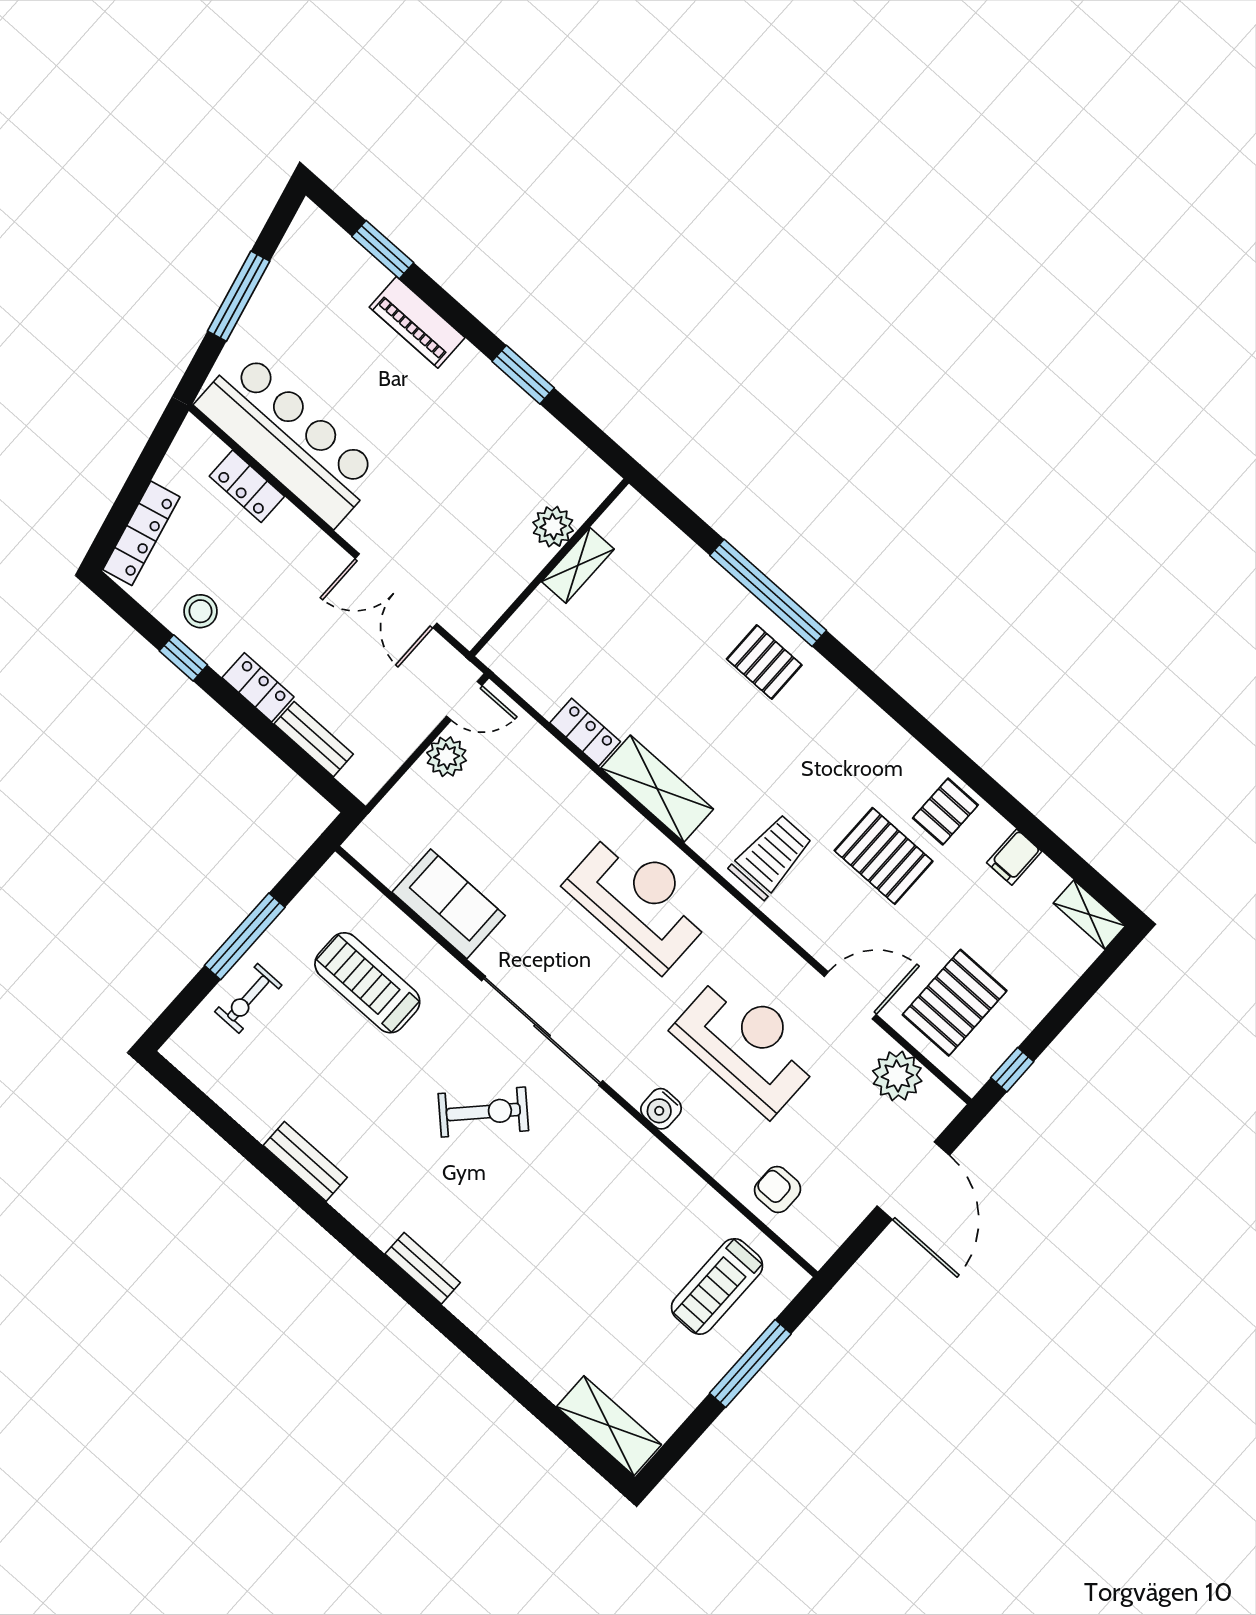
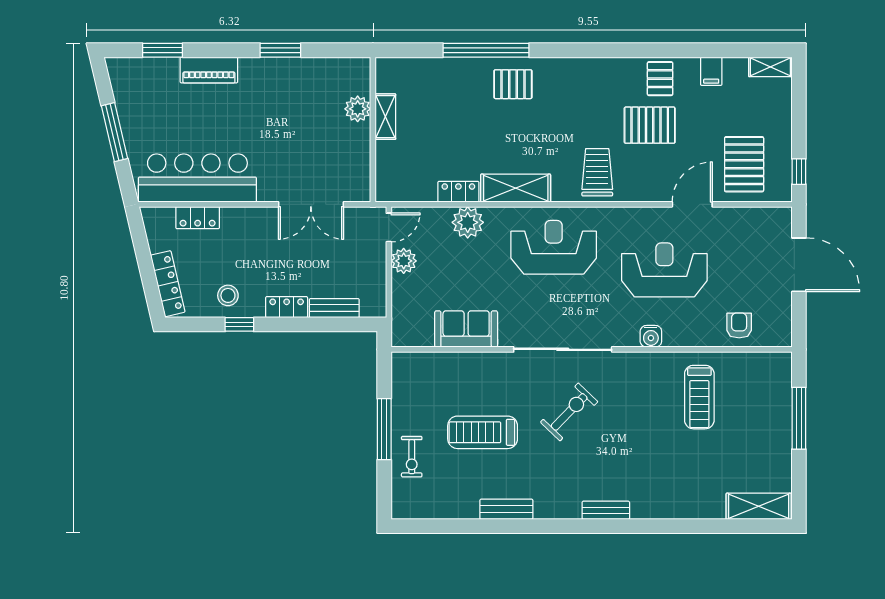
treadmill: (367, 983) -> (483, 432), moved
plant: (897, 1076) -> (468, 222), moved
armchair: (778, 1190) -> (739, 326), turned 90
treadmill: (717, 1286) -> (699, 397), moved

